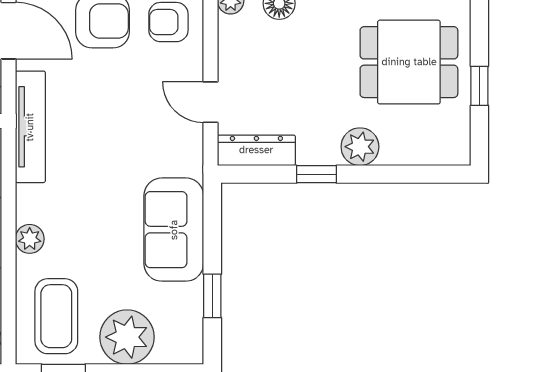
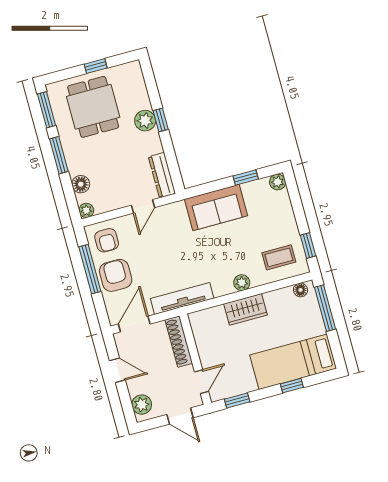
window: (317, 174) -> (161, 120), moved
coffee table: (56, 316) -> (279, 257), width x0.73, depth x0.77
plant: (127, 337) -> (278, 182), moved, width x0.53, depth x0.53

